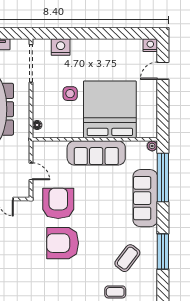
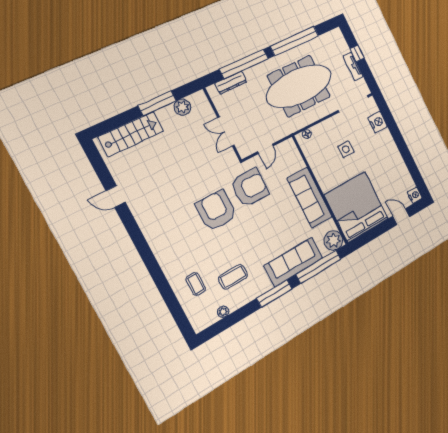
bed: (110, 109) -> (356, 207), moved, turned -90
plant: (152, 146) -> (333, 240), width x1.88, depth x1.88
window: (163, 251) -> (274, 294), moved
coffee table: (127, 258) -> (233, 277), turned -37
plant: (152, 281) -> (223, 312), added

